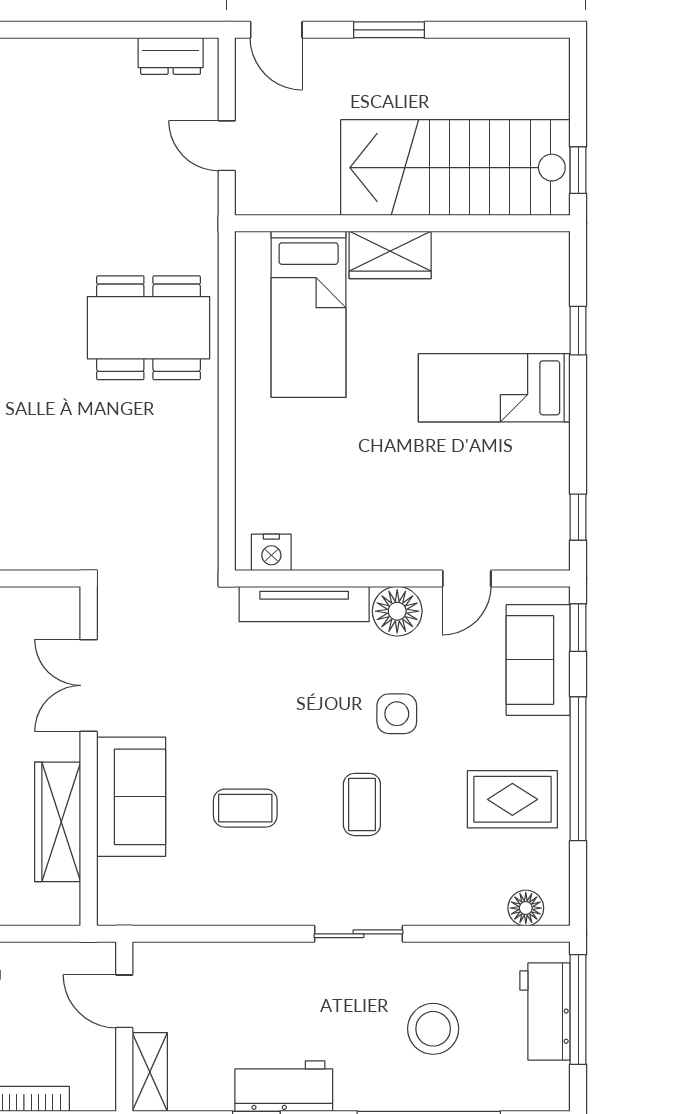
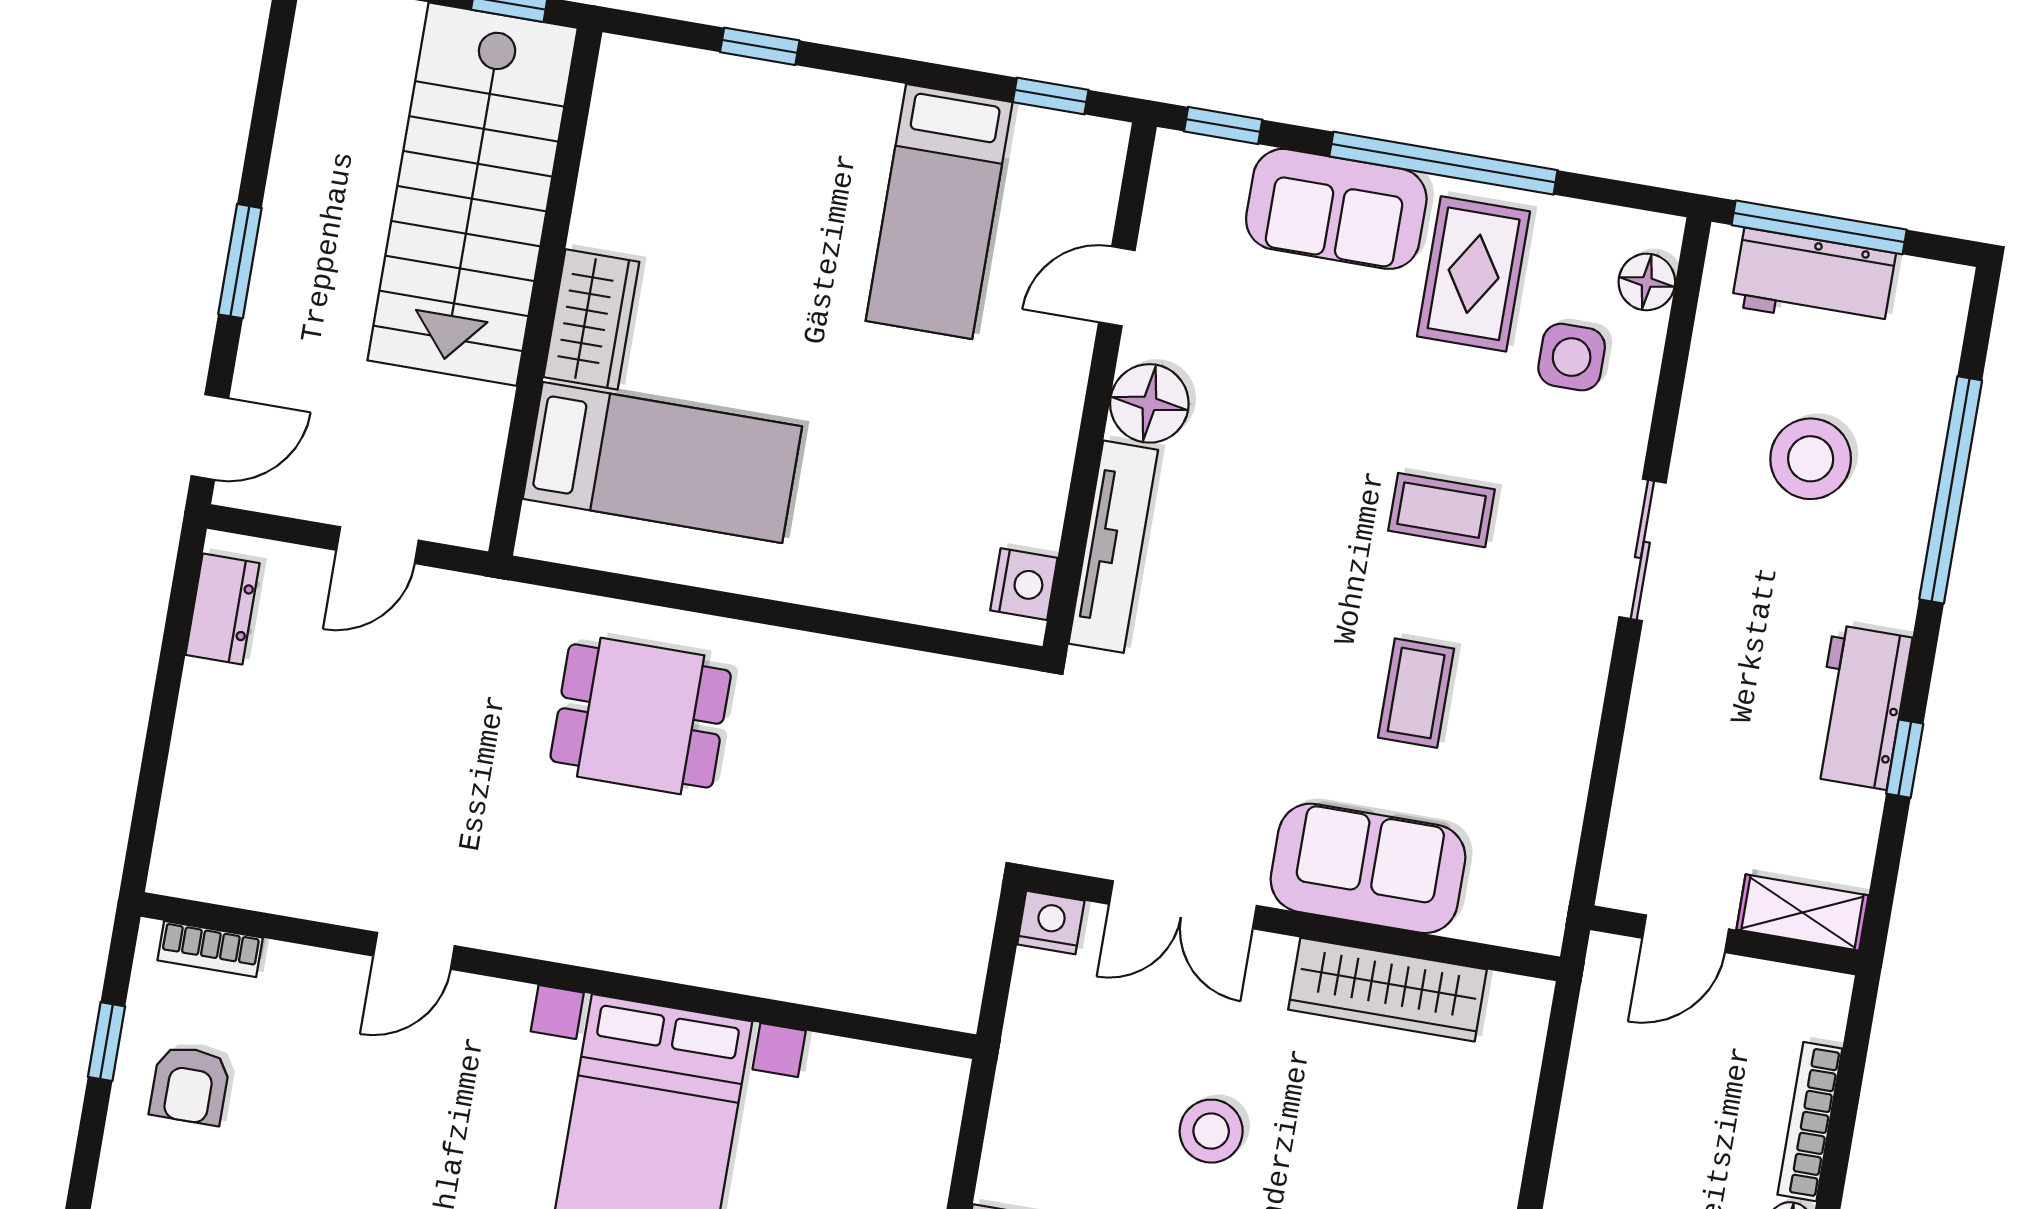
dining table: (148, 328) -> (641, 716), width x0.73
bed: (494, 388) -> (939, 212), moved
door: (467, 579) -> (1117, 286), swing flipped
nightstand: (64, 605) -> (1051, 923), added
sofa: (538, 660) -> (1336, 209), moved
side table: (397, 714) -> (1572, 357), moved

